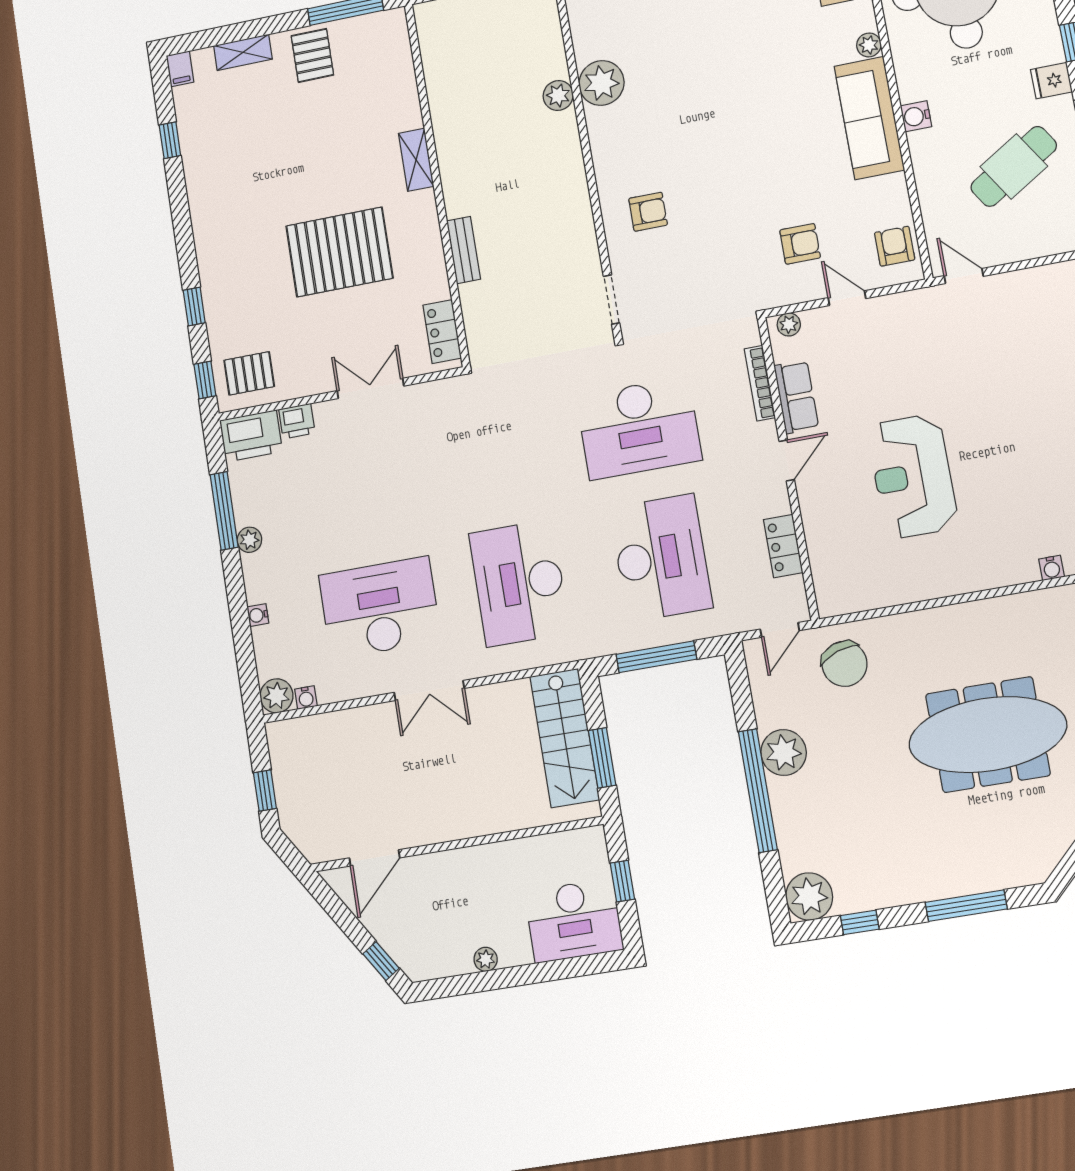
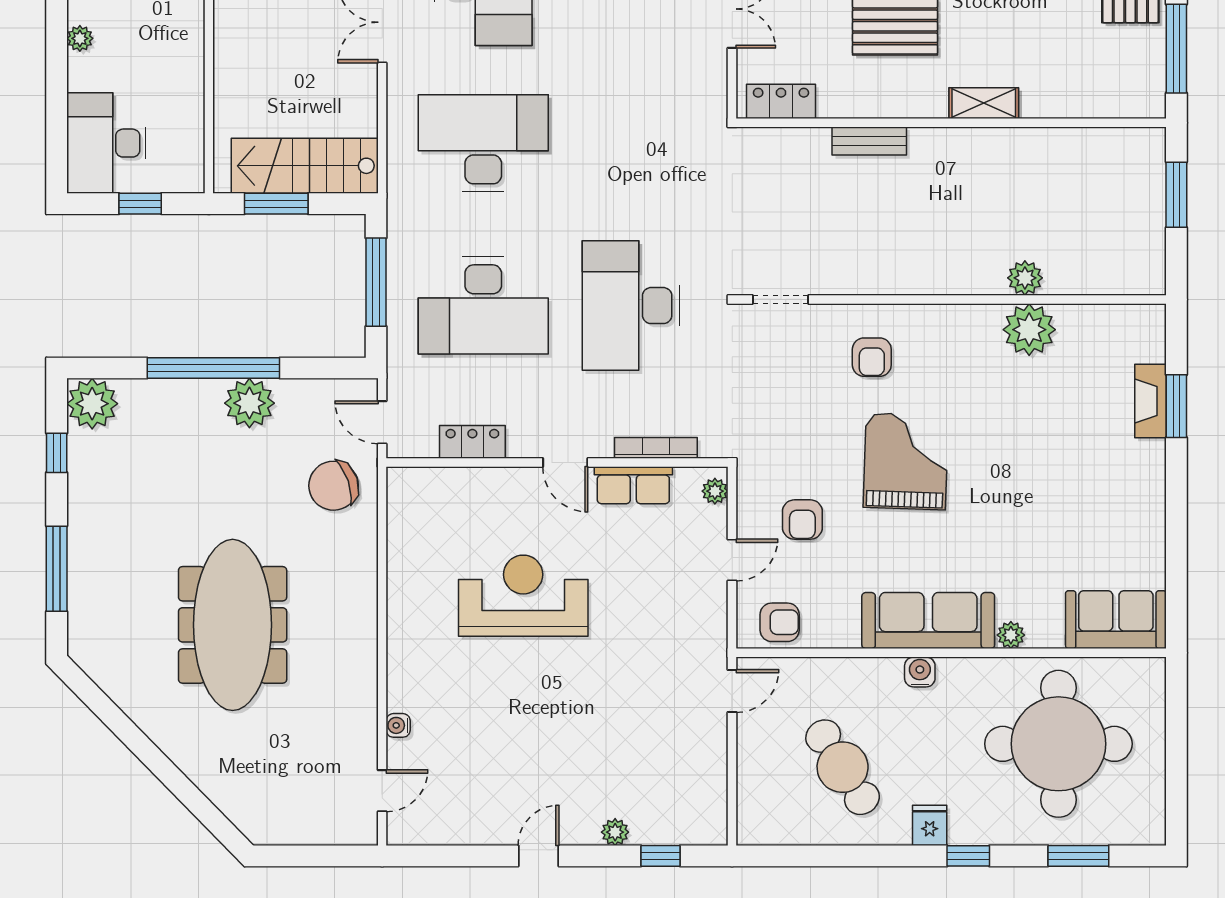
grand piano: (733, 165) -> (906, 461), added

